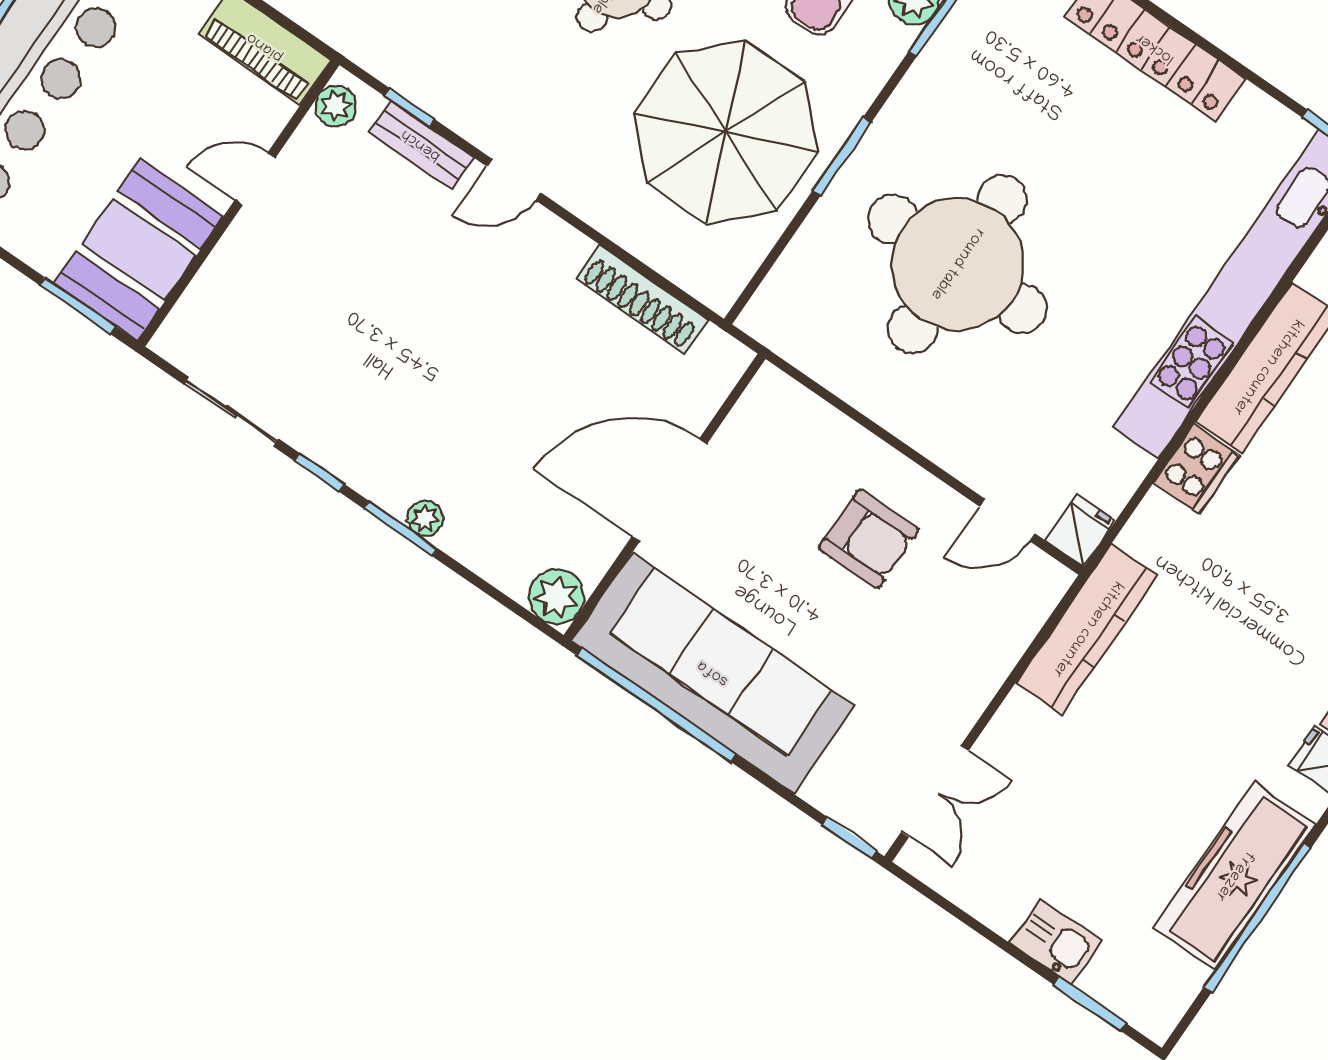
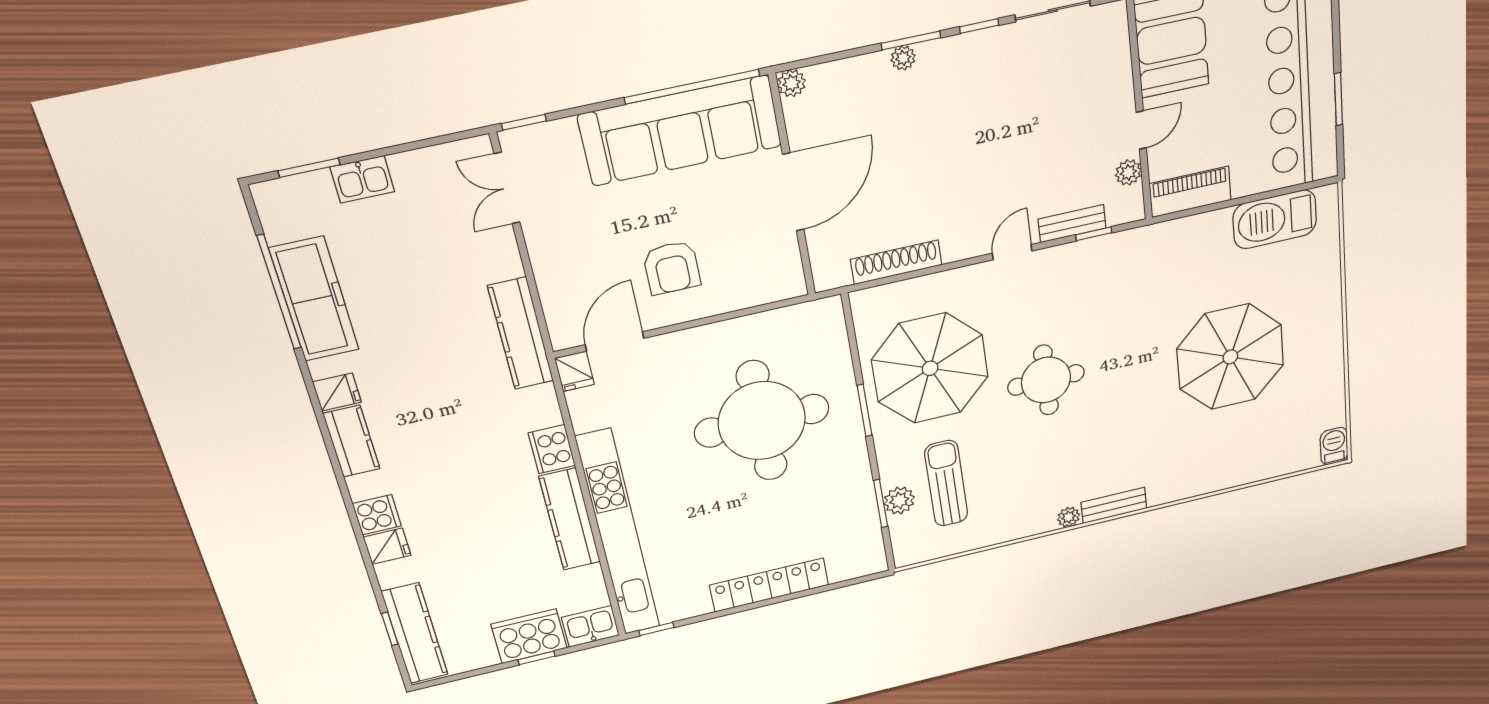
plant: (336, 106) -> (1128, 172), moved
door: (1007, 520) -> (615, 341), width x1.38
armchair: (869, 539) -> (672, 268), turned -90
plant: (557, 597) -> (792, 83), width x0.73, depth x0.73

